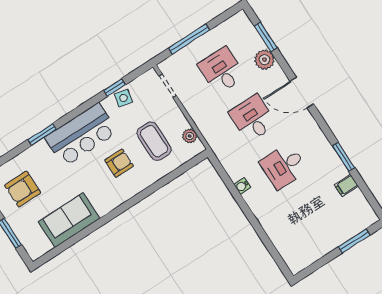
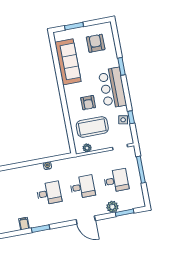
door: (302, 92) -> (86, 220), swing flipped
coffee table: (154, 141) -> (92, 127), width x1.36, depth x1.32
desk: (284, 166) -> (49, 193), turned 90
sofa: (69, 220) -> (68, 62), width x1.36

